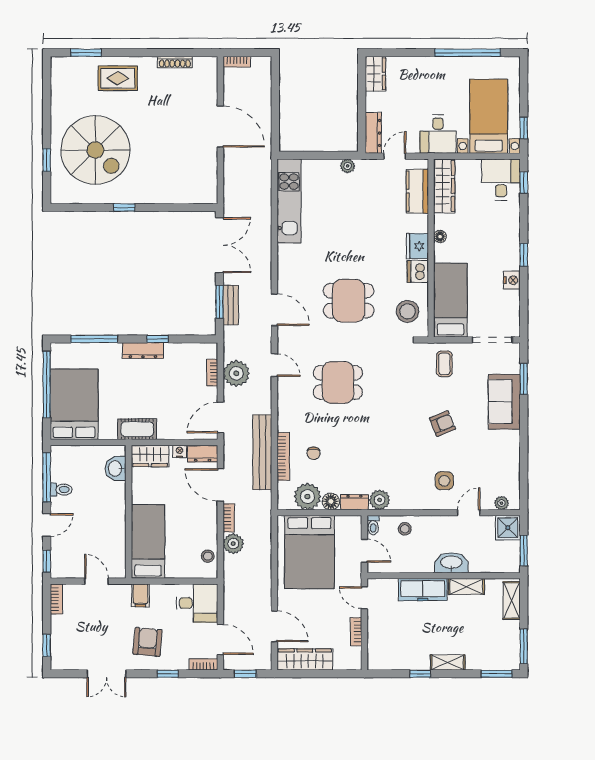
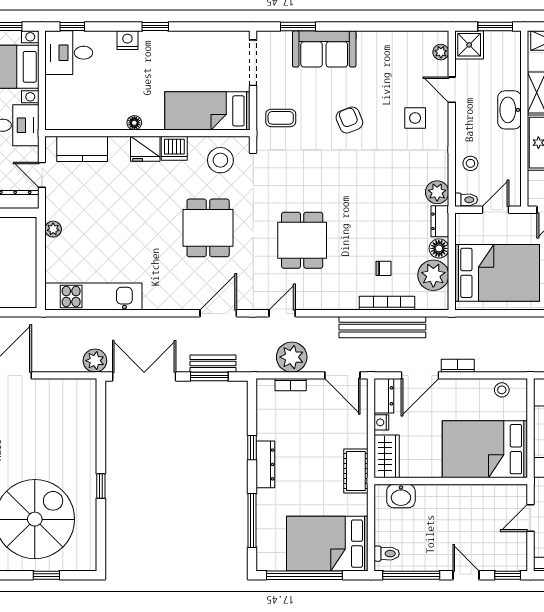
wardrobe: (444, 186) -> (76, 118), removed
nightstand: (512, 280) -> (127, 40), moved
toilet: (61, 490) -> (387, 554), moved, turned 90
bed: (148, 541) -> (485, 449), width x1.50
plant: (233, 544) -> (95, 361), moved

